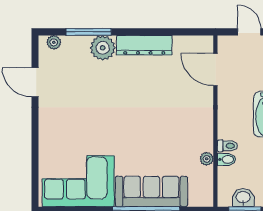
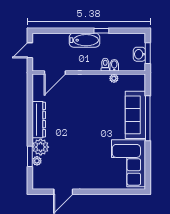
window: (89, 32) -> (30, 156), width x0.69
plant: (54, 42) -> (37, 161), moved

